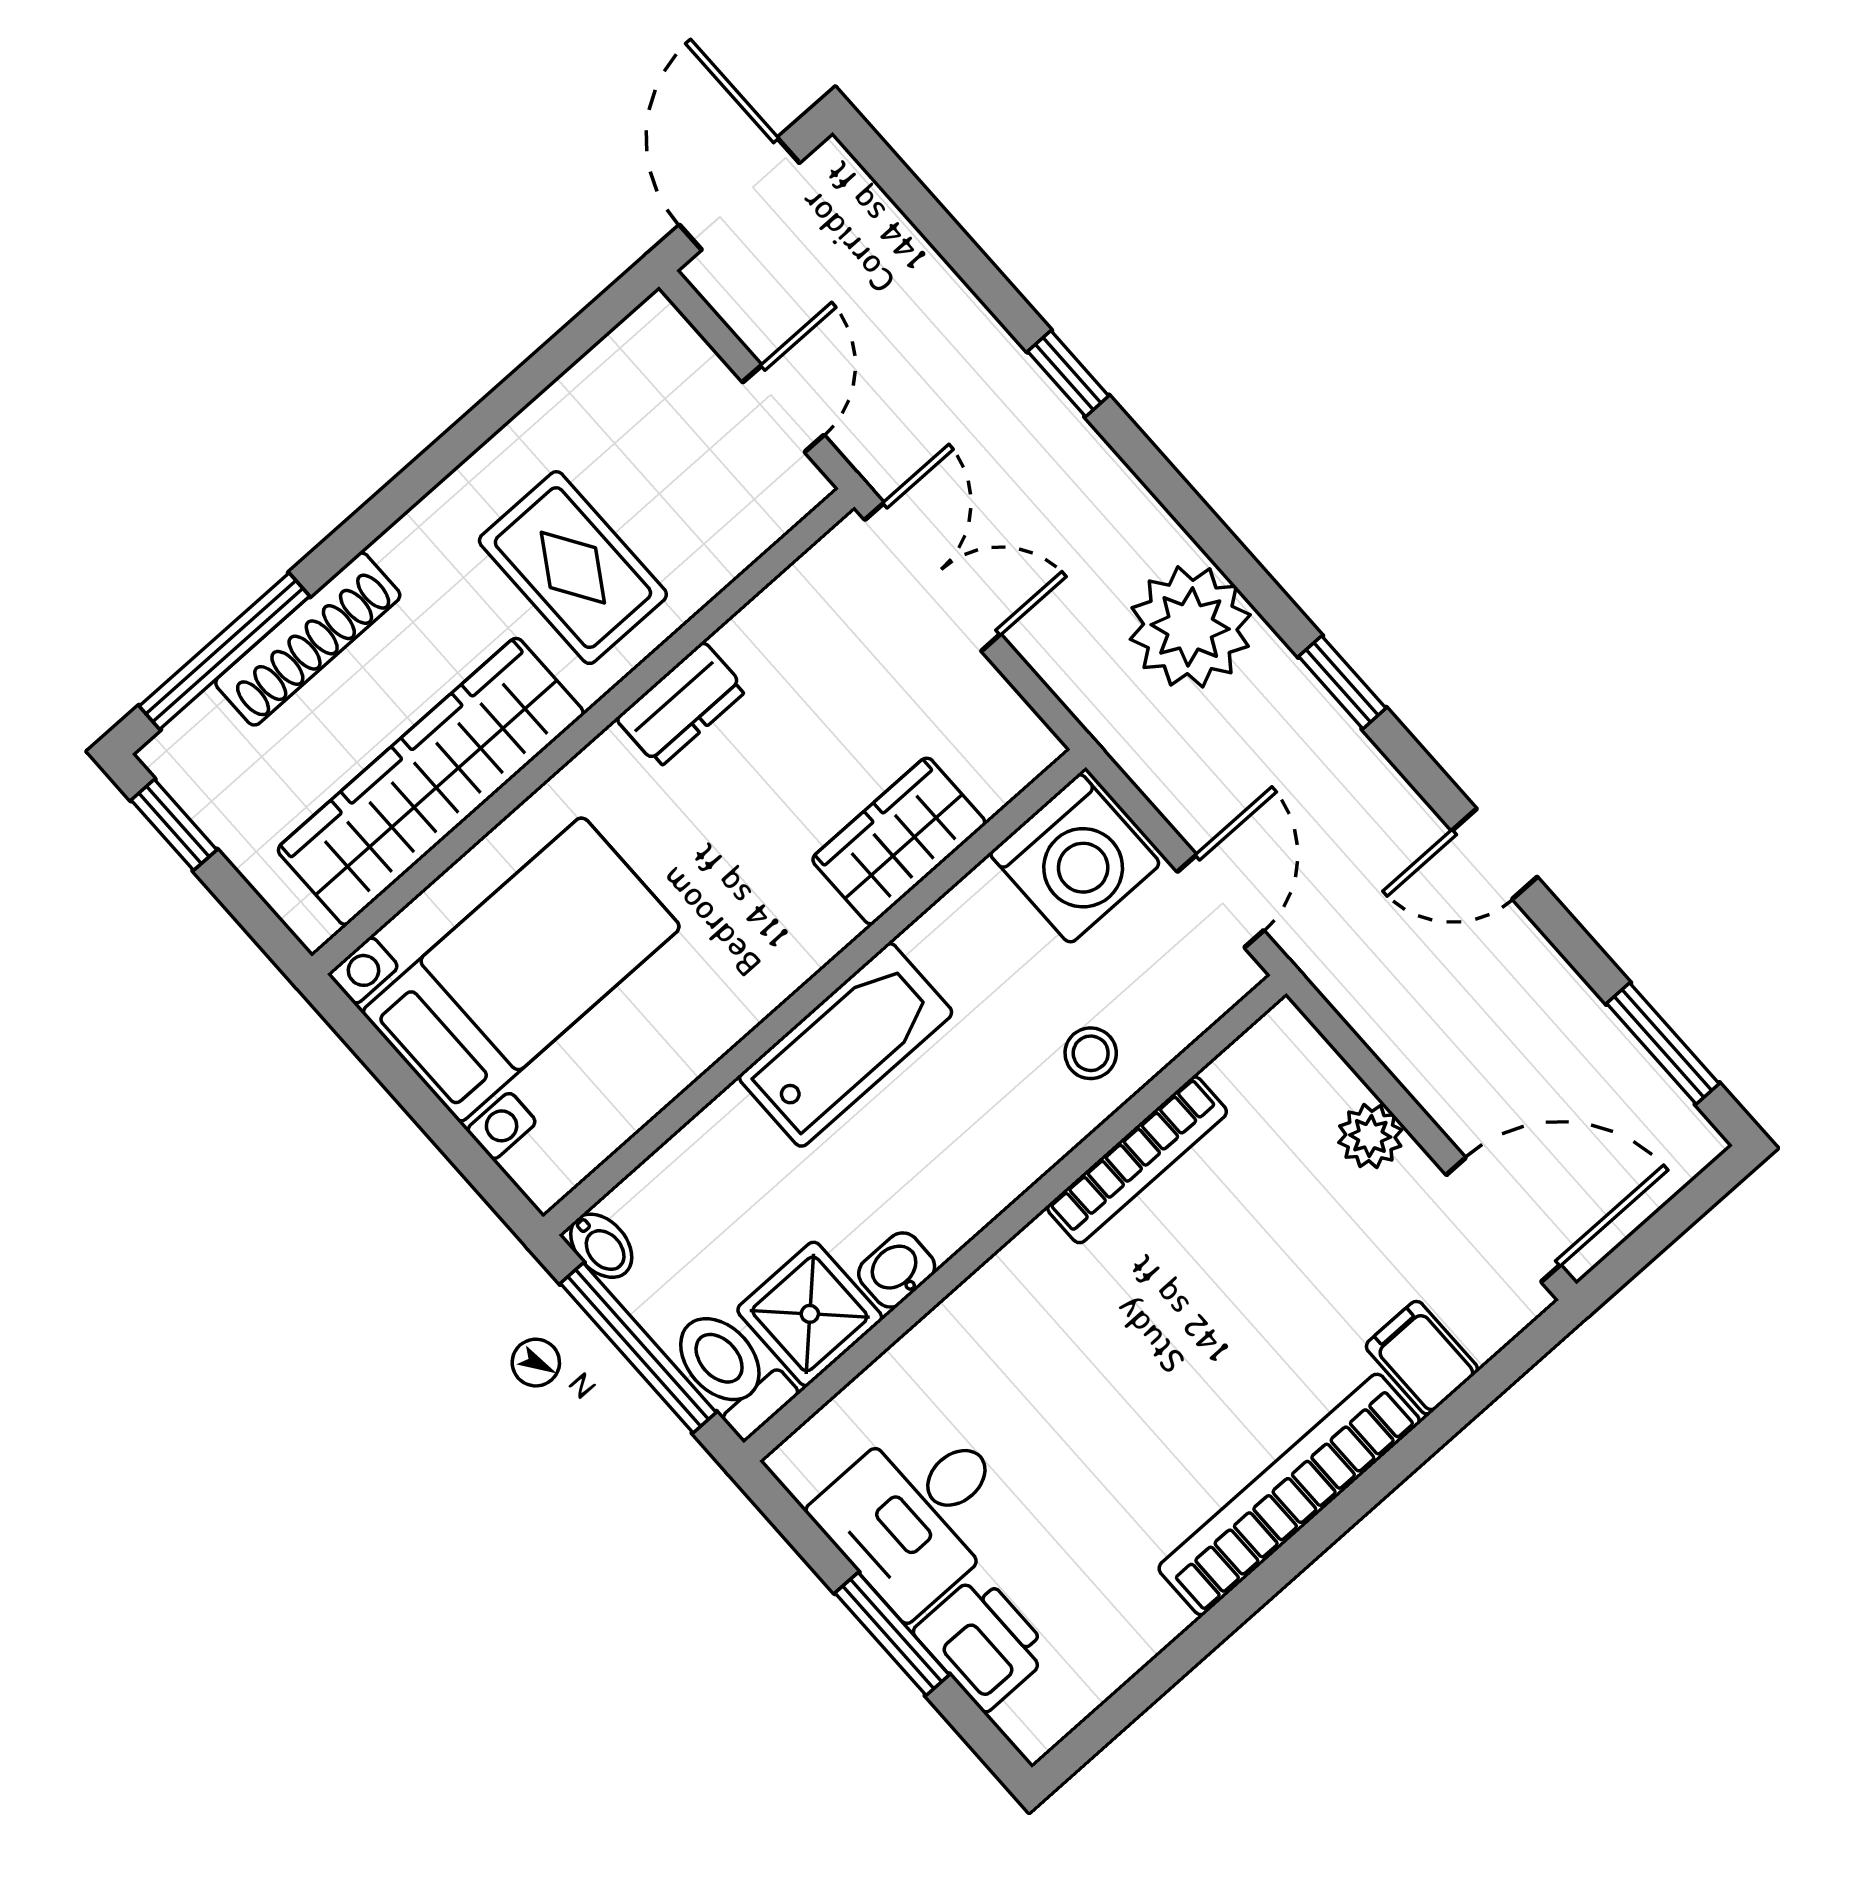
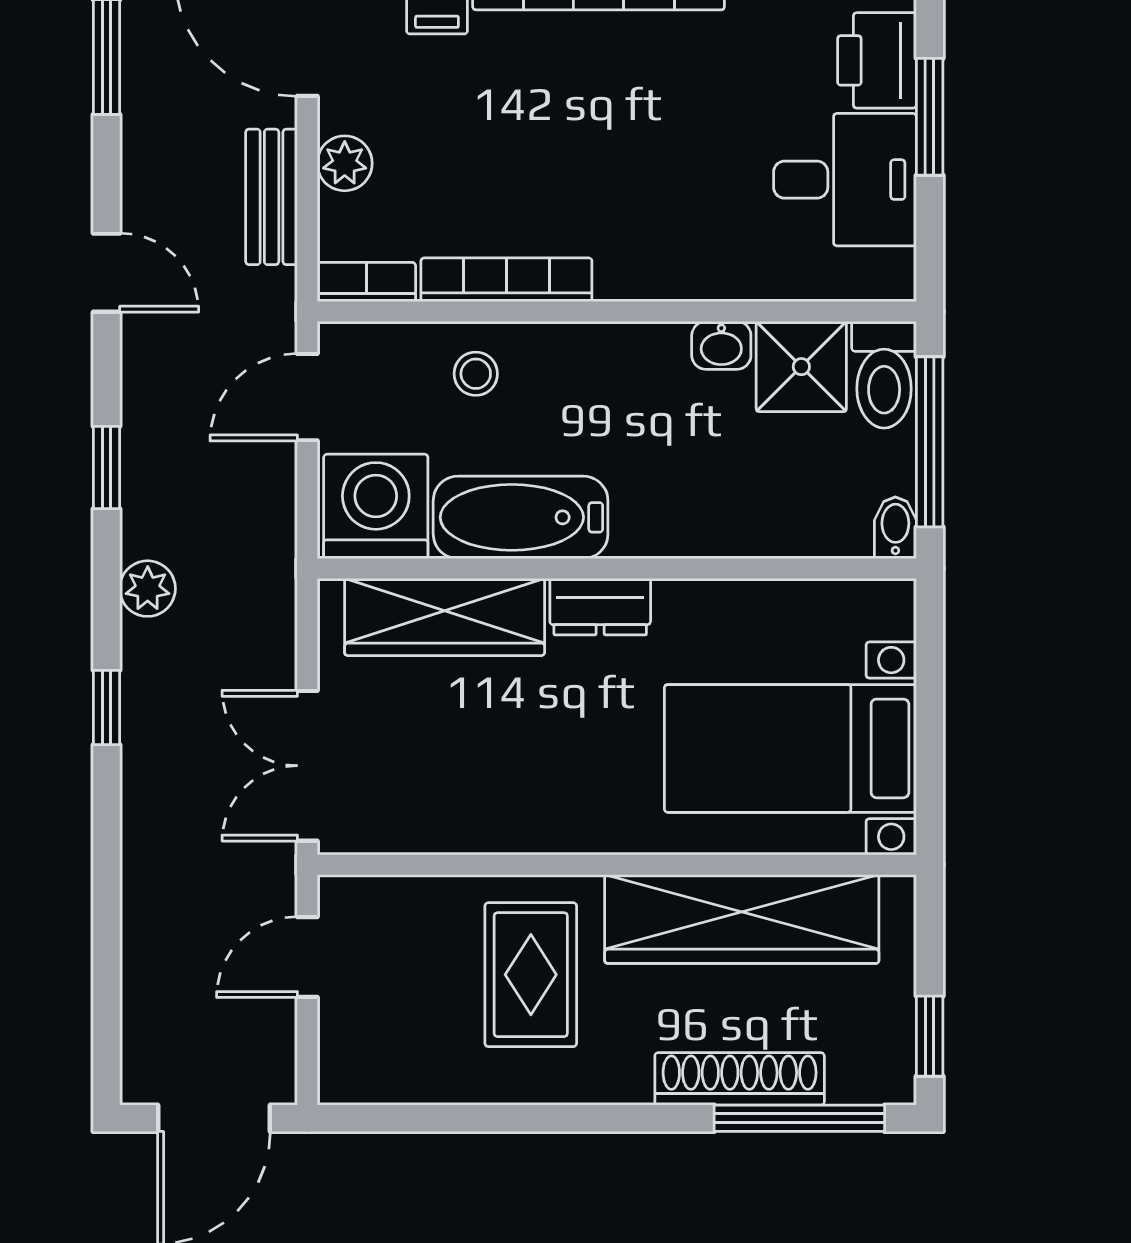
window: (1068, 374) -> (106, 707), moved
plant: (1190, 627) -> (148, 589), width x0.53, depth x0.53
dresser: (681, 704) -> (600, 607), moved, turned 180
wardrobe: (899, 841) -> (445, 617), width x1.50
bathtub: (846, 1045) -> (521, 517), moved
bookcase: (1258, 1049) -> (366, 282), added
bench: (1408, 1049) -> (272, 197), added

